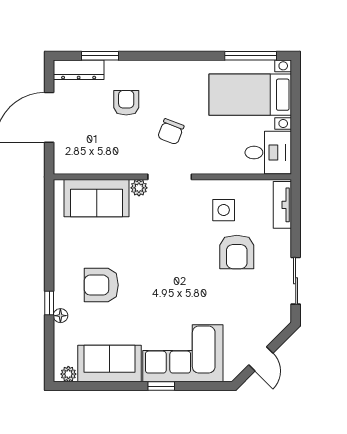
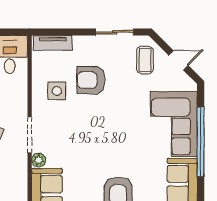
armchair: (237, 252) -> (91, 80), turned 180
coffee table: (261, 318) -> (145, 60), added
window: (161, 386) -> (201, 142), width x3.17

